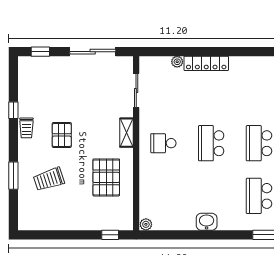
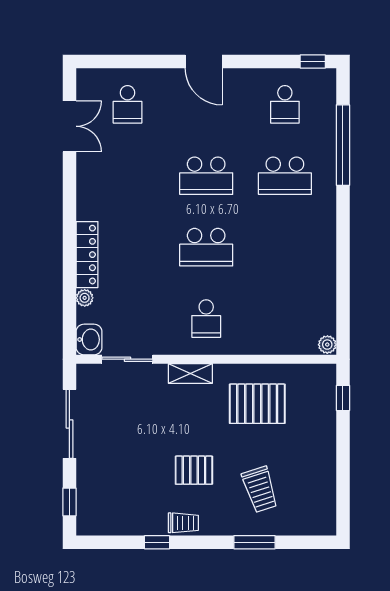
washbasin: (207, 222) -> (89, 340), moved, turned 180

